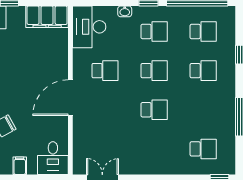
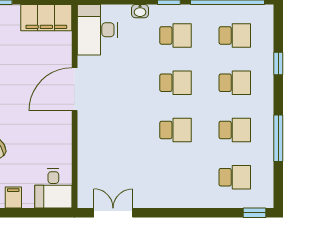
school desk: (105, 71) -> (235, 130), moved
door: (70, 98) -> (75, 89), moved

